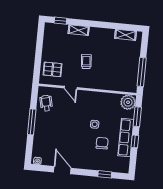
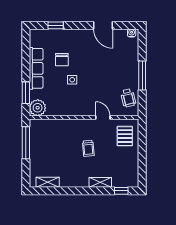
pallet: (53, 69) -> (125, 136), turned 90
window: (135, 141) -> (26, 65), removed

